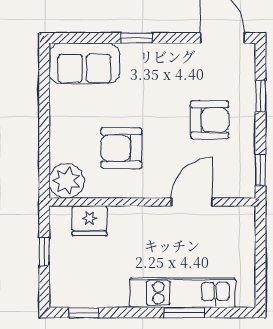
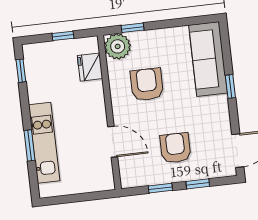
sofa: (84, 63) -> (208, 59), width x1.36
armchair: (210, 120) -> (175, 148), turned 180
window: (44, 158) -> (133, 28), added
window: (261, 170) -> (160, 188), moved

